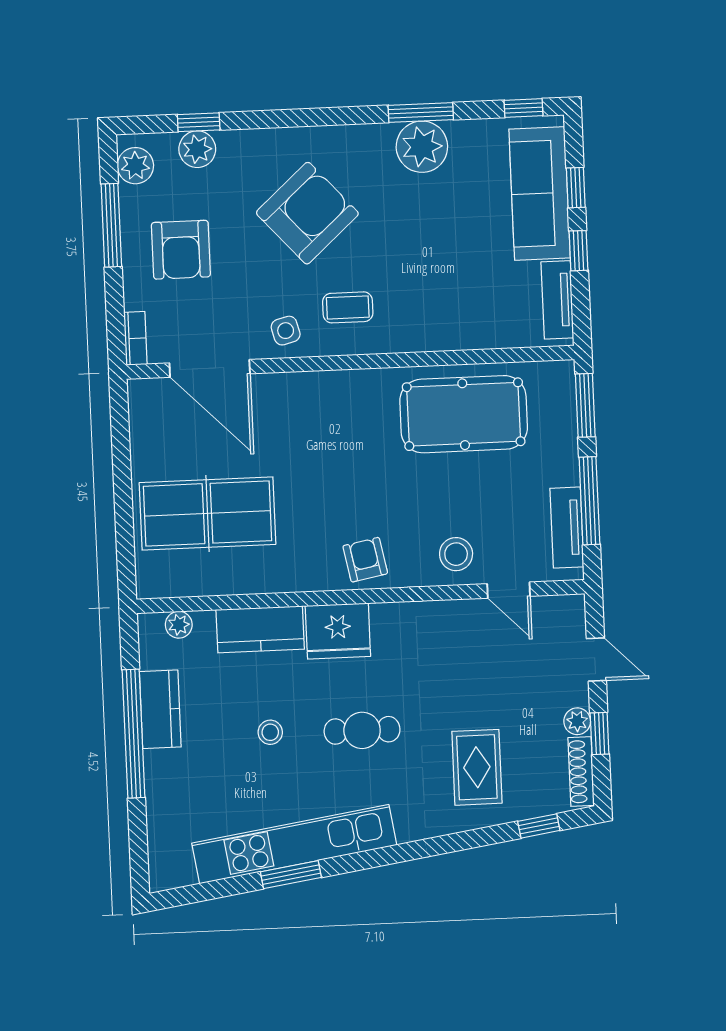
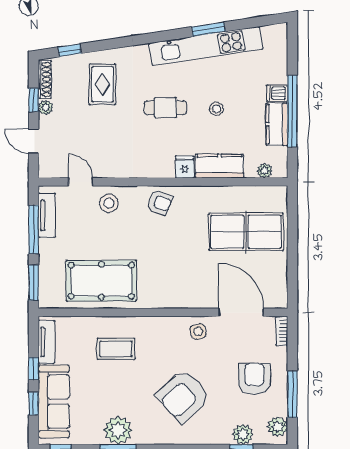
coffee table: (348, 307) -> (116, 349), moved, width x1.36, depth x1.30
armchair: (365, 560) -> (159, 202), turned -59
fridge: (338, 631) -> (185, 167), width x0.53, depth x0.75
dishwasher: (162, 765) -> (277, 93), added

